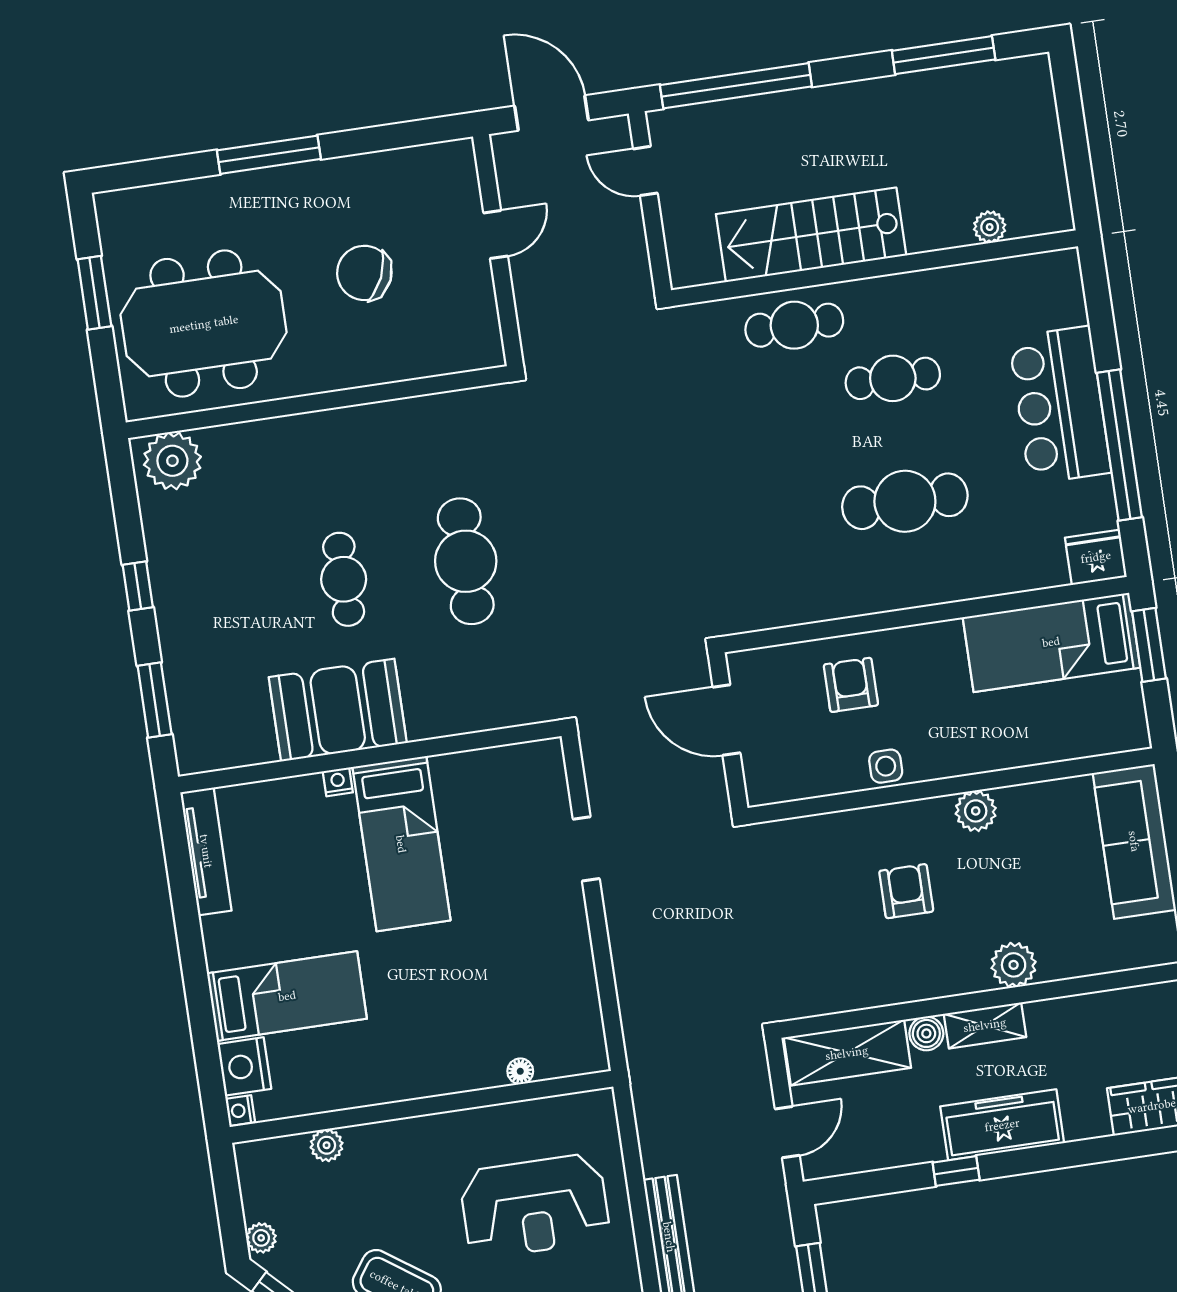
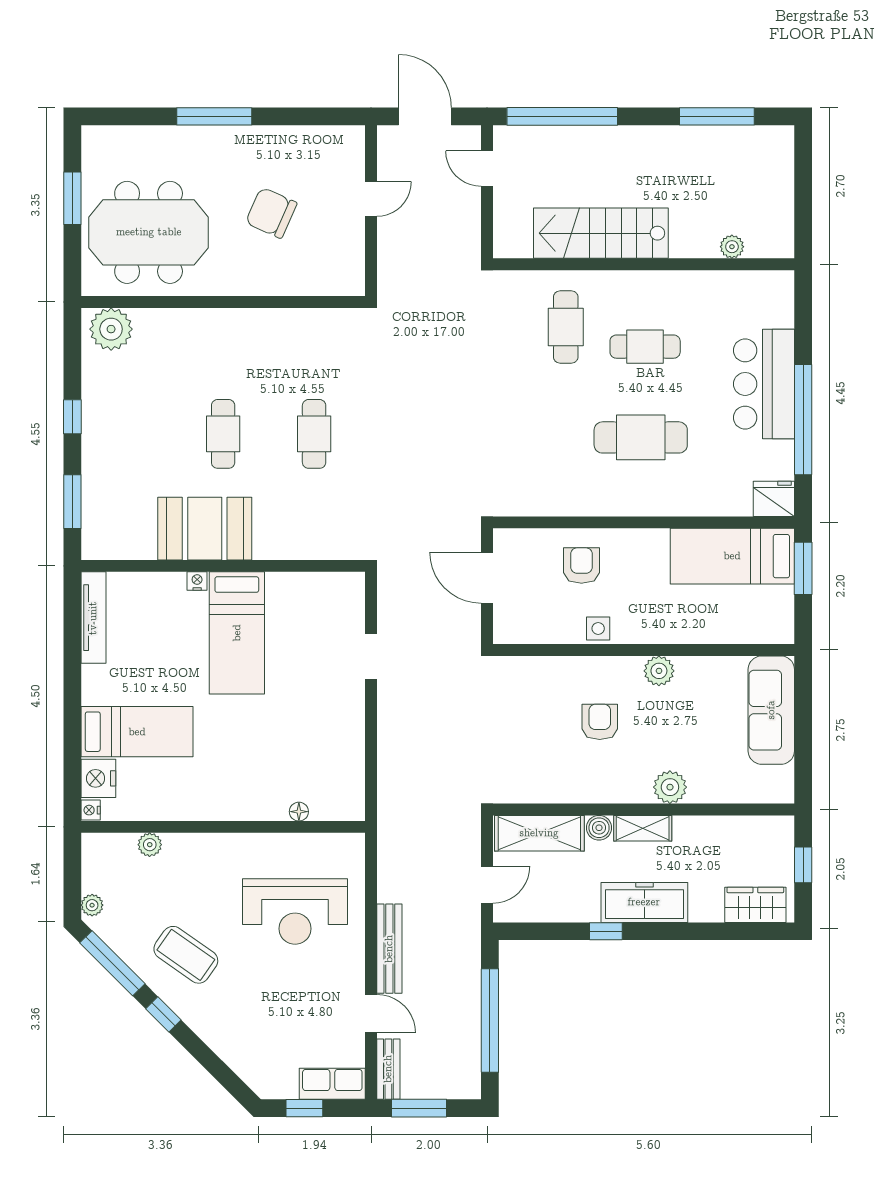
cafe table: (794, 325) -> (566, 327), moved, turned 90
cafe table: (466, 561) -> (314, 434), width x0.73, depth x0.74

